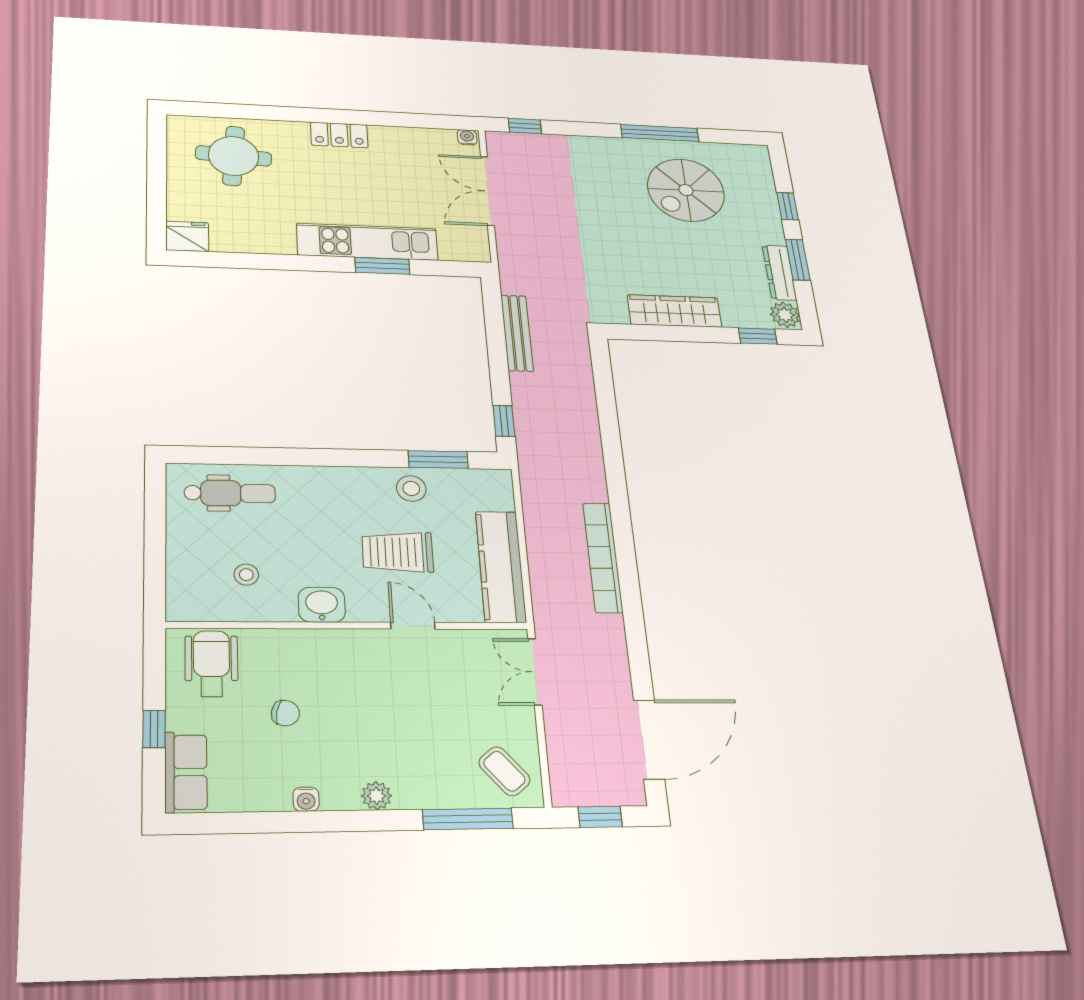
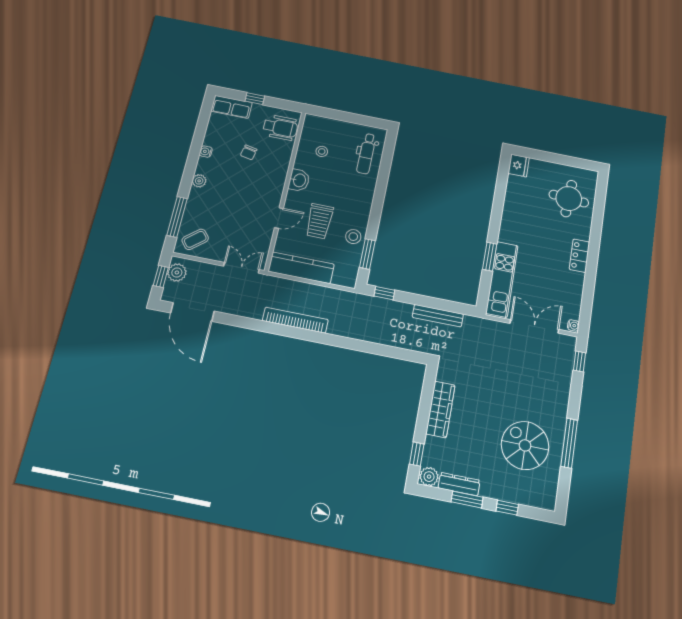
kitchen unit: (367, 242) -> (502, 279), moved
trolley: (398, 552) -> (319, 221), turned 180
plant: (582, 789) -> (177, 272), added

